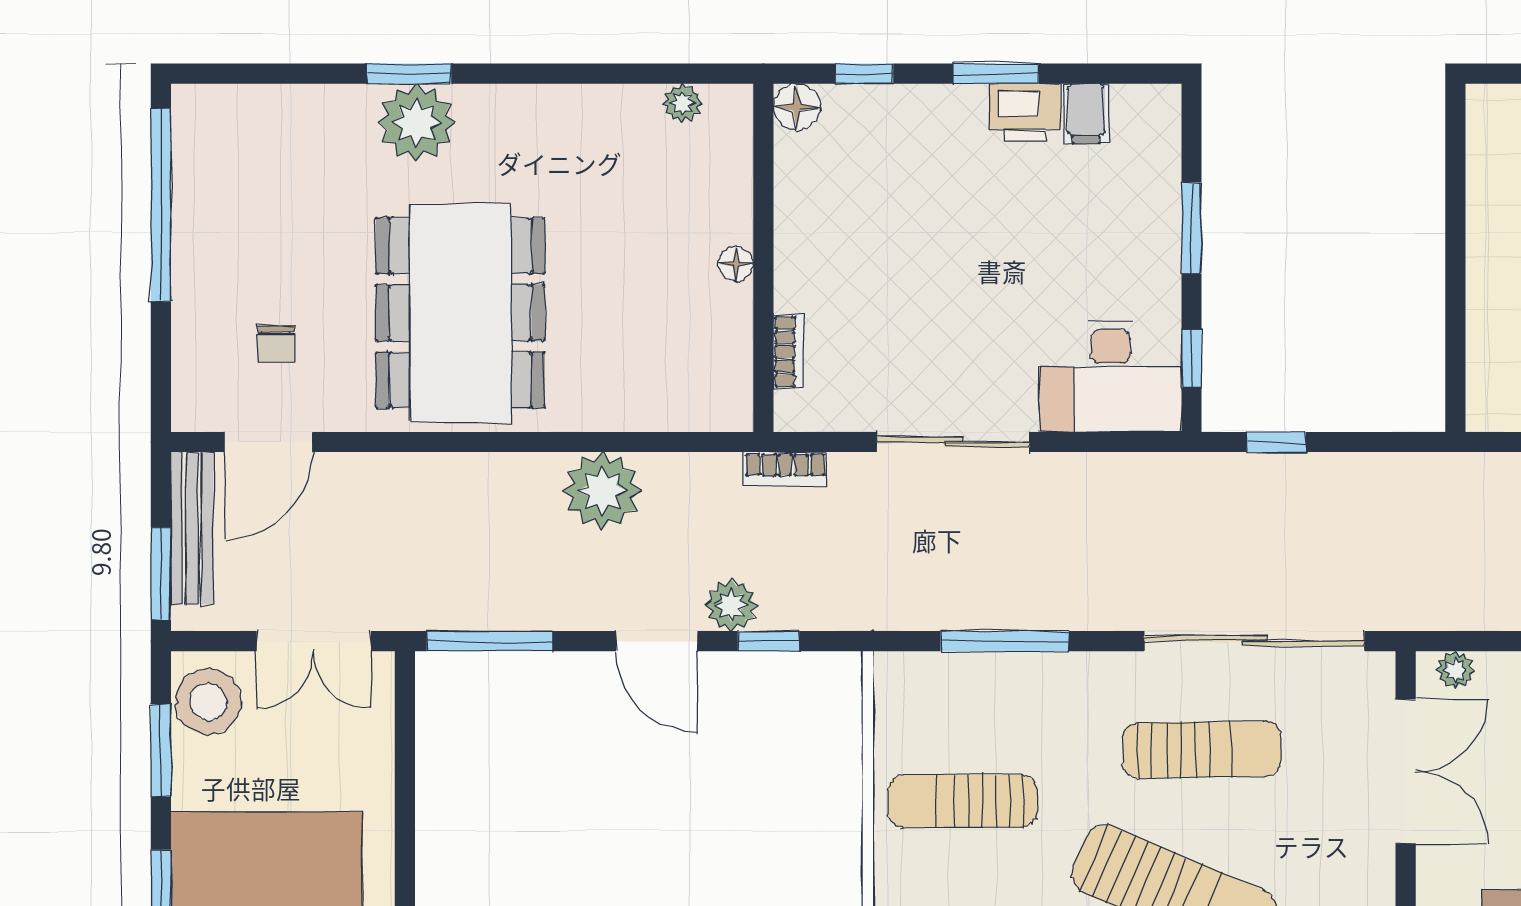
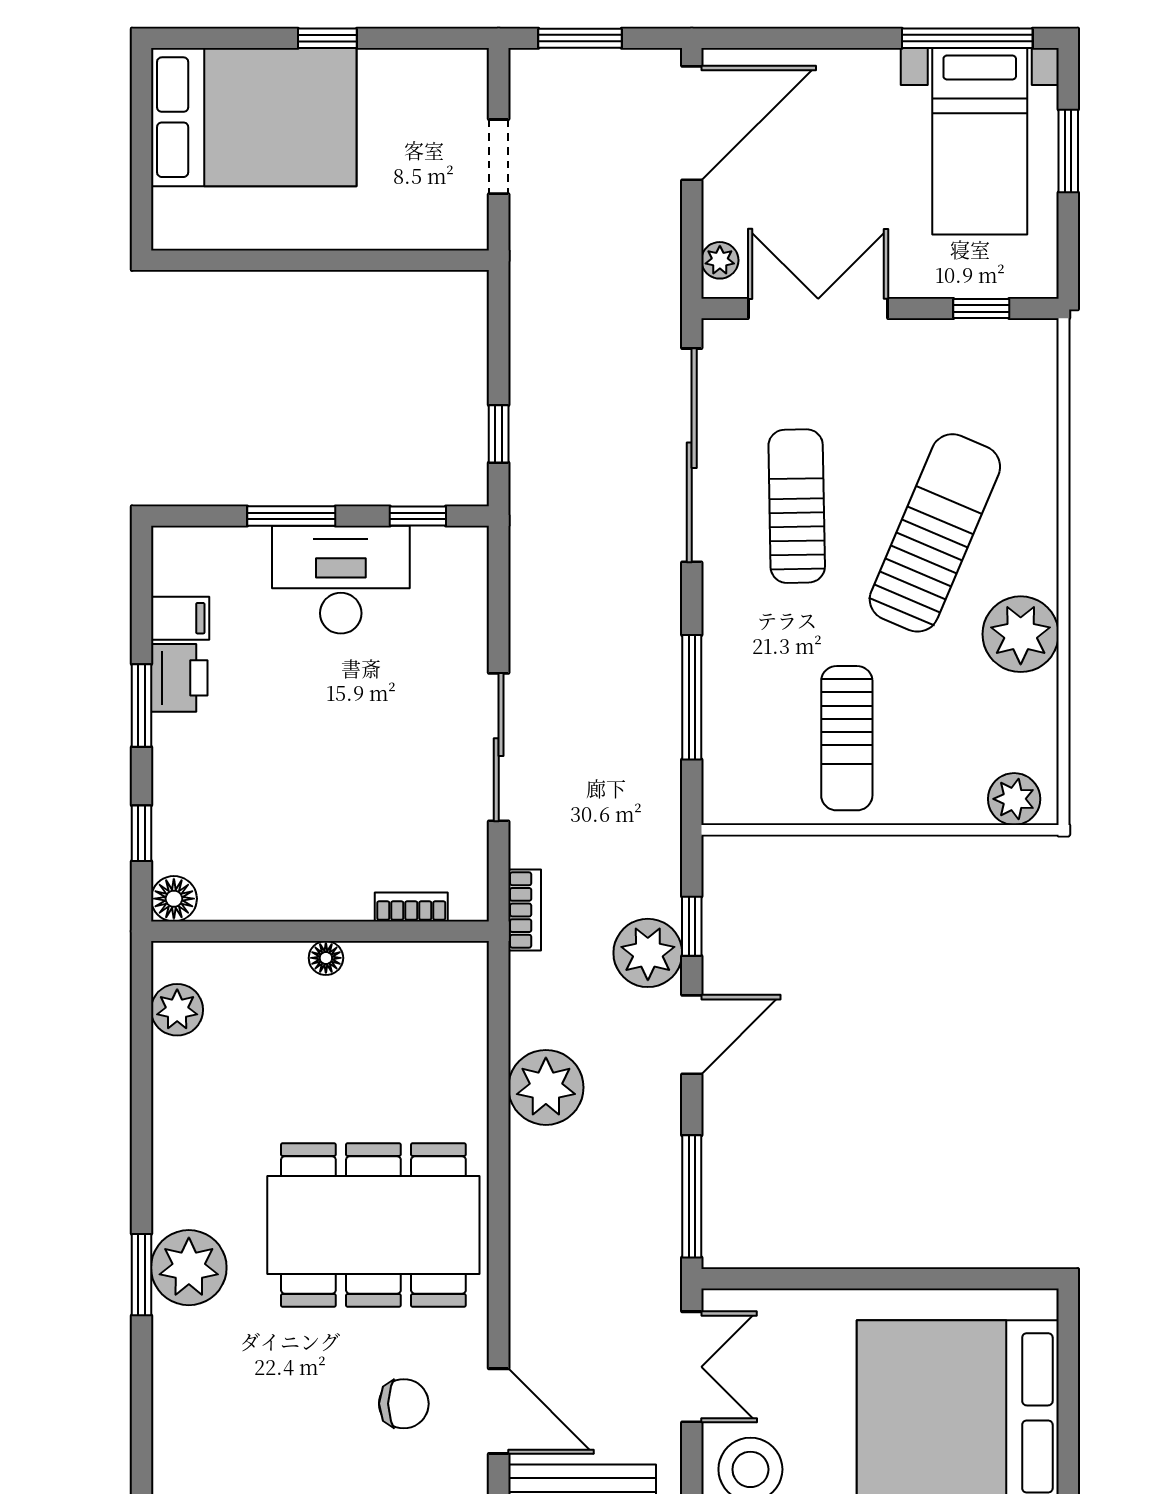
plant: (682, 103) -> (177, 1010), width x1.38, depth x1.38
chair: (276, 344) -> (404, 1404), width x1.37, depth x1.37
desk: (1111, 376) -> (341, 580), moved, turned -90
plant: (731, 605) -> (648, 953), width x1.36, depth x1.36

